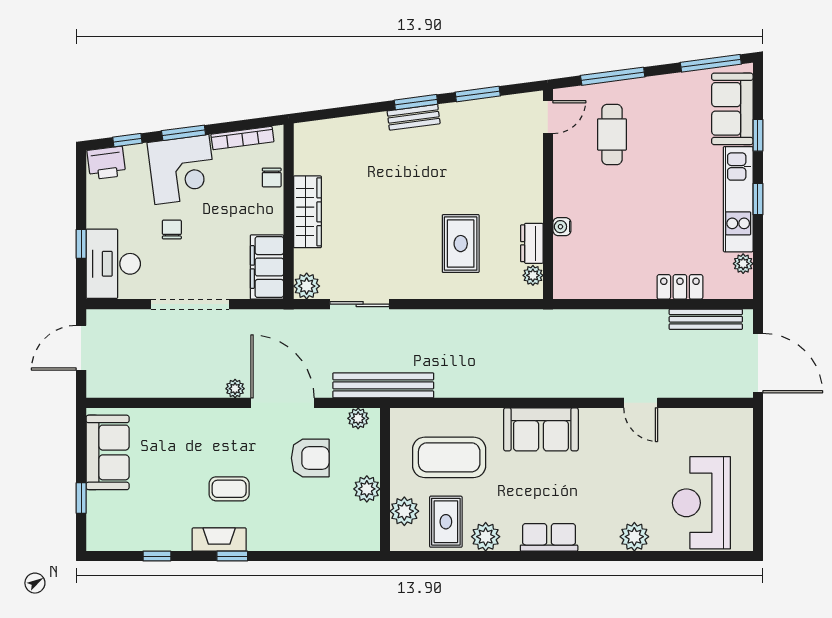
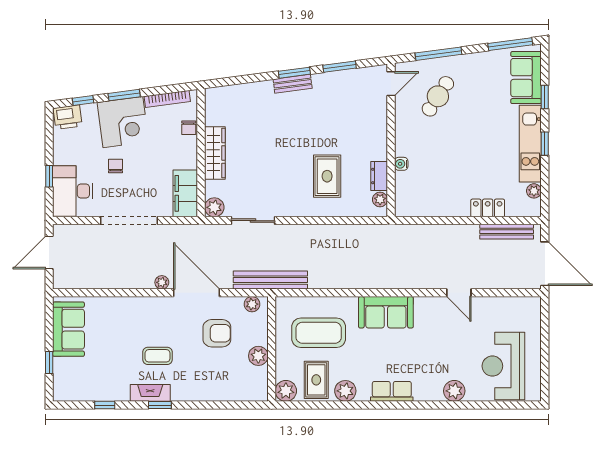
cafe table: (612, 134) -> (438, 96), turned 33
plant: (404, 511) -> (286, 391), moved

